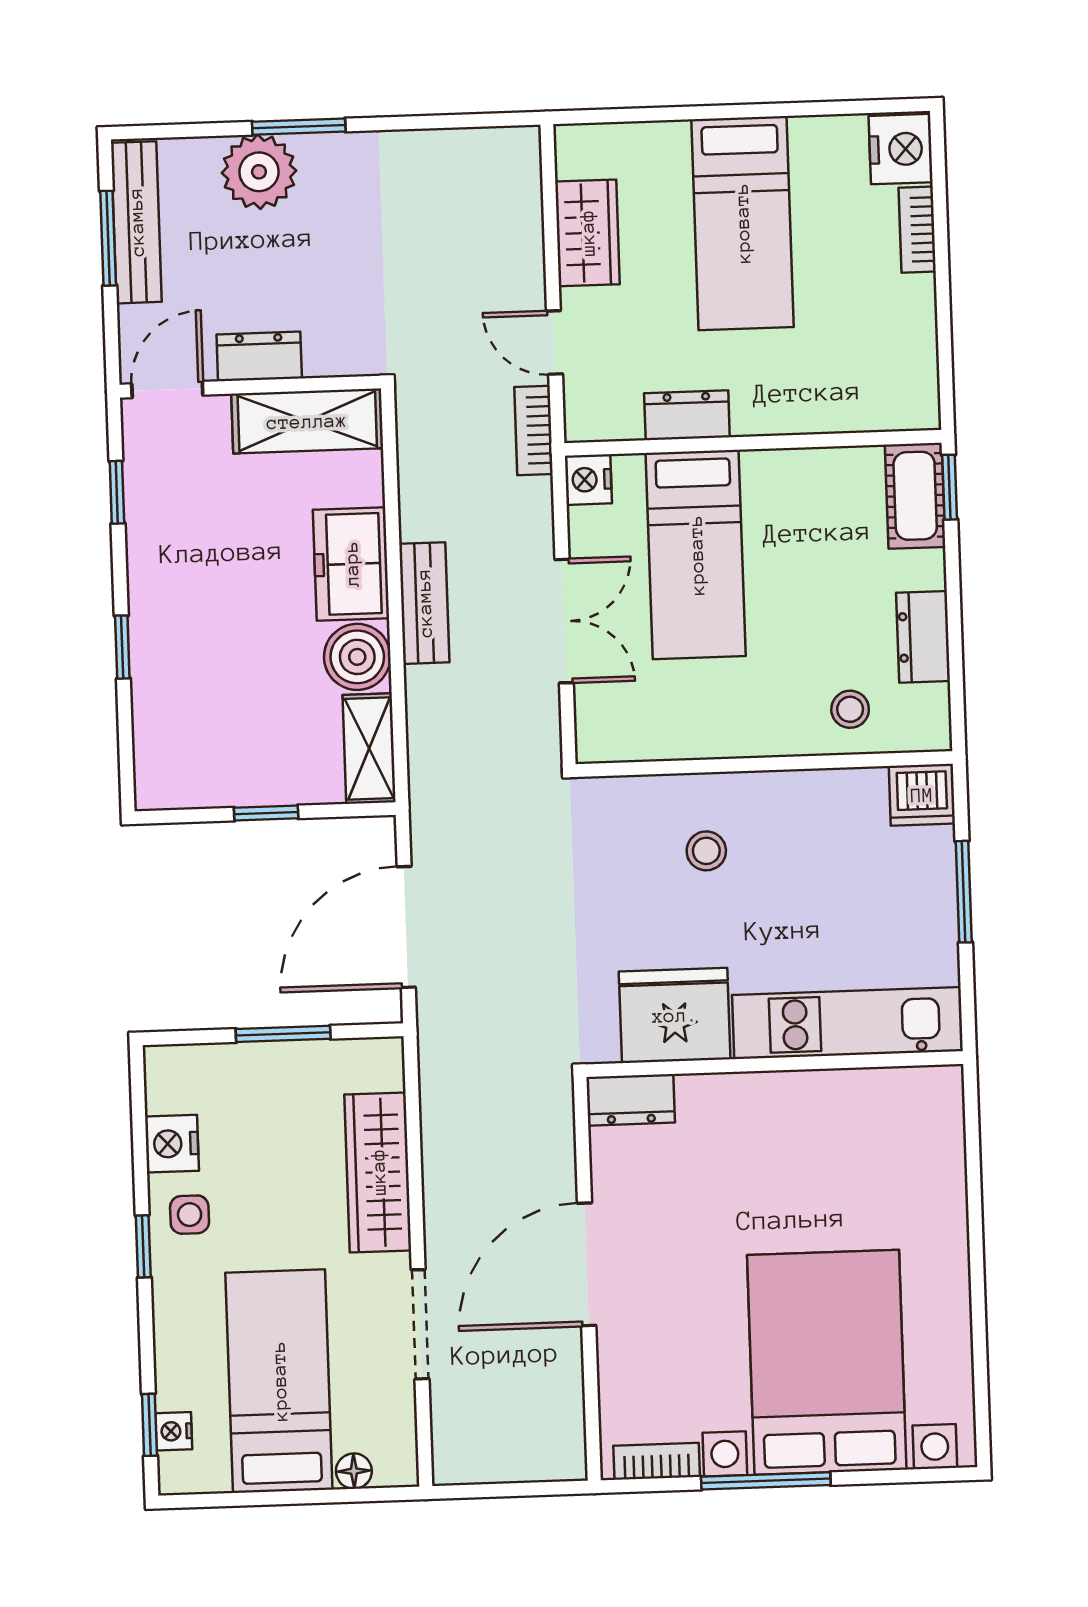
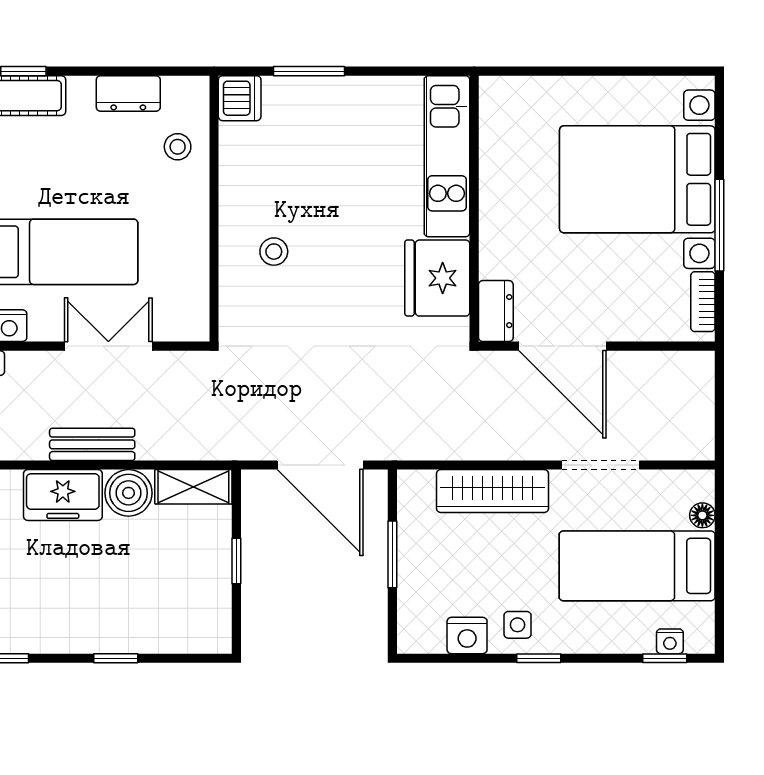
fridge: (675, 1015) -> (437, 278), moved
kitchen unit: (848, 1023) -> (447, 156), moved
wall: (775, 1064) -> (474, 209), moved
dresser: (631, 1100) -> (496, 311), moved

